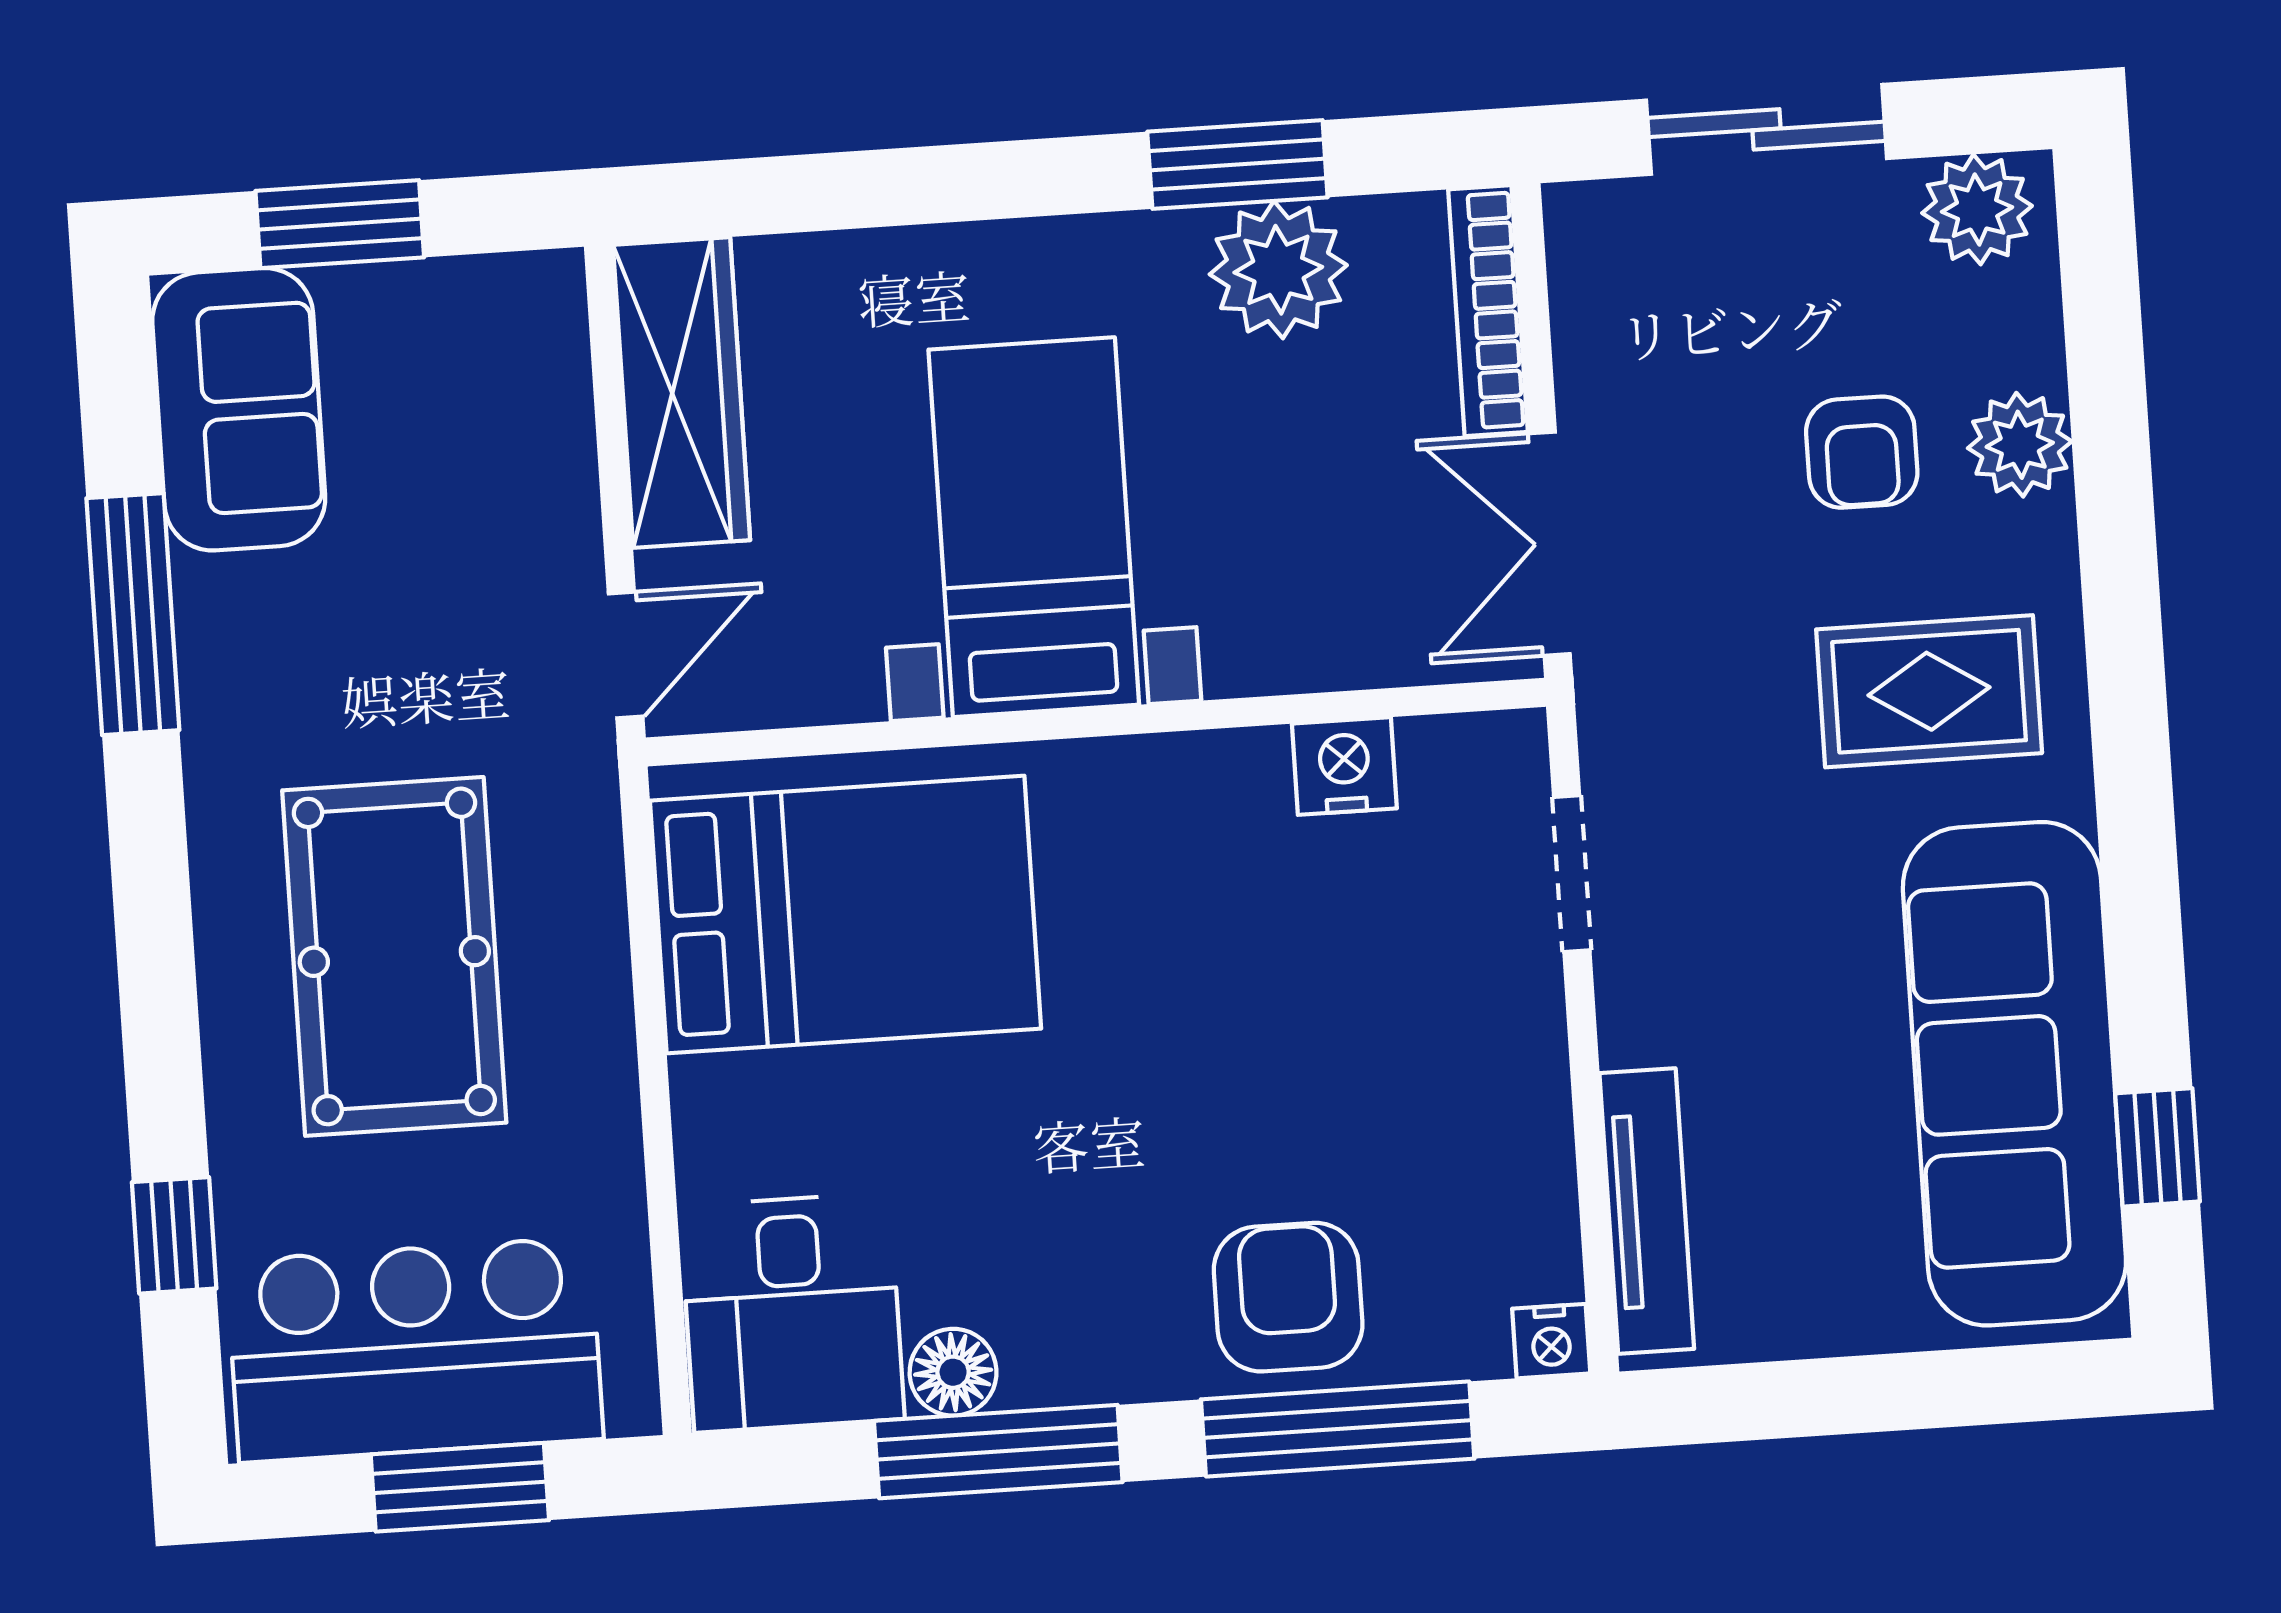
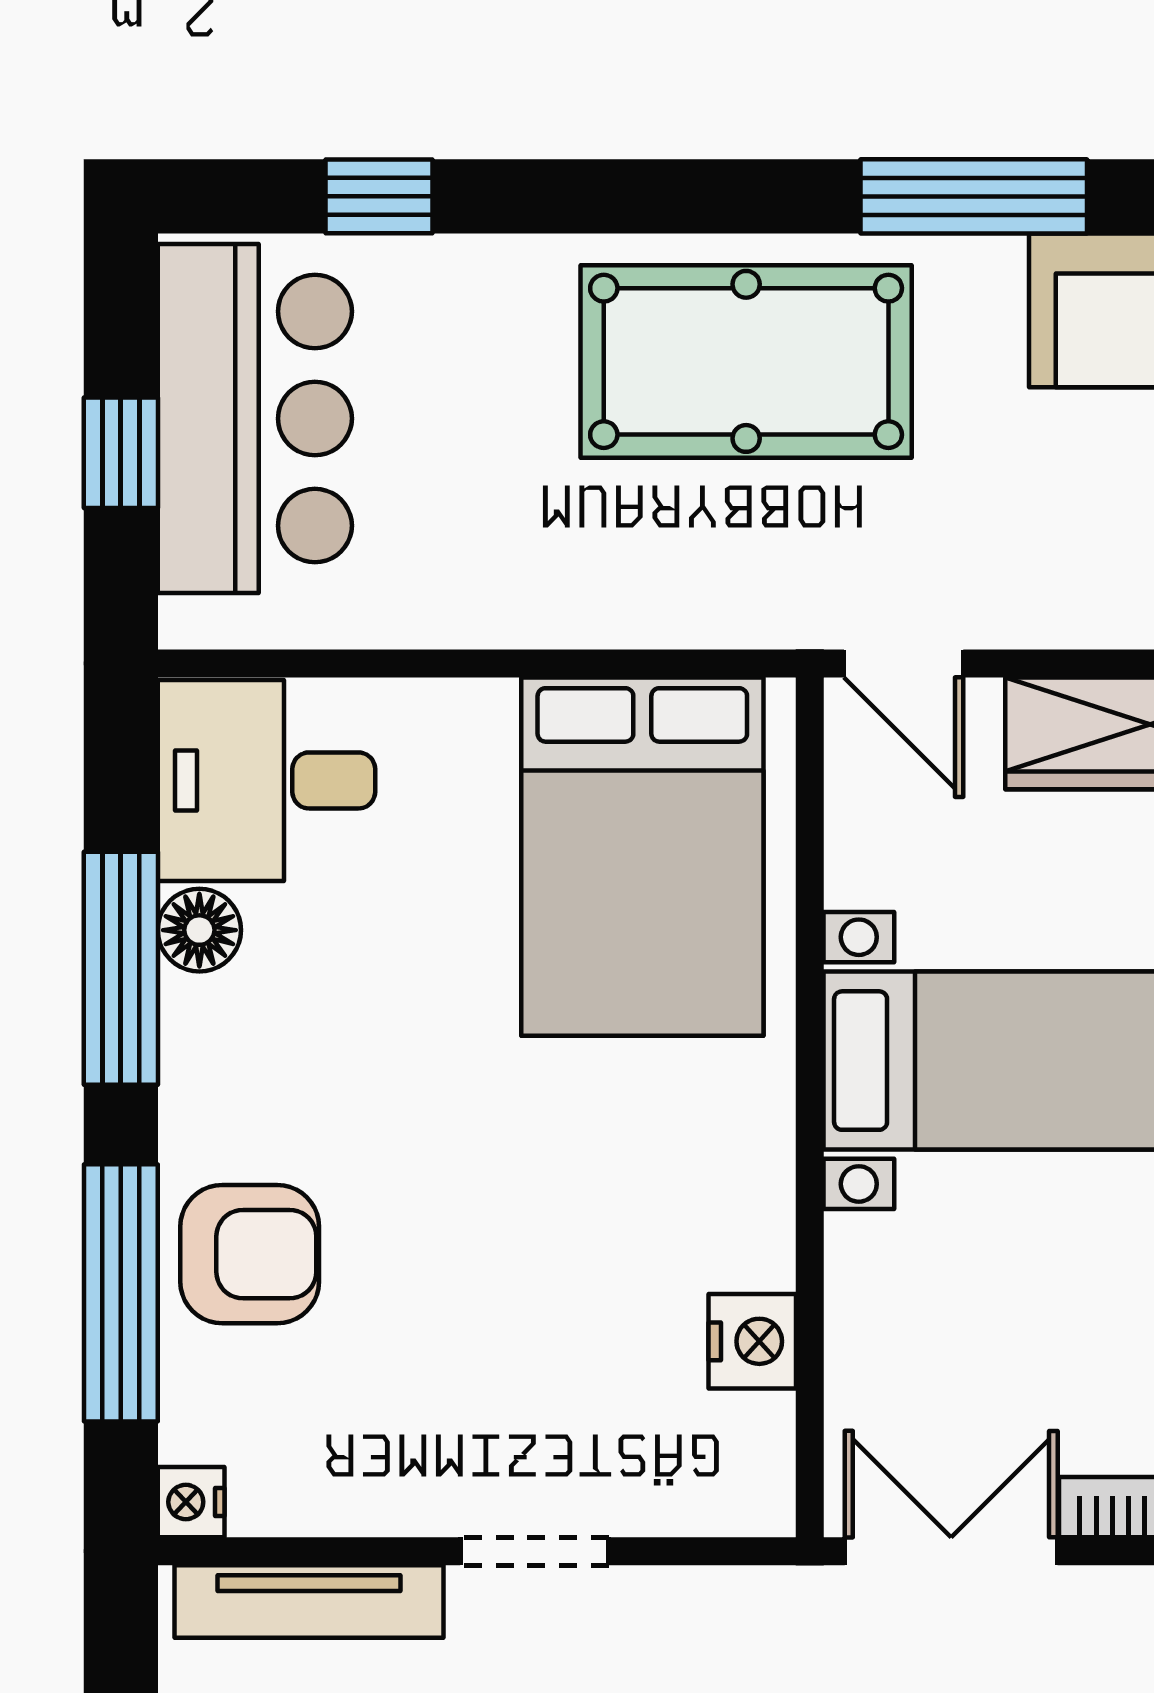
doorway: (1572, 874) -> (534, 1551), moved
pool table: (394, 956) -> (746, 361), moved
window: (460, 1487) -> (121, 453), width x0.67

